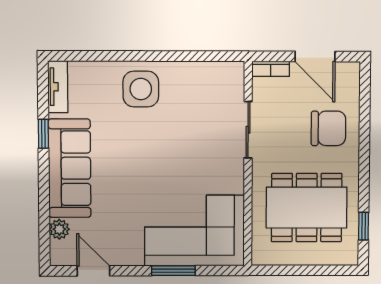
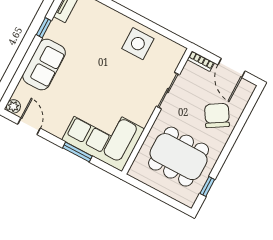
side table: (141, 89) -> (138, 44), moved
chair: (328, 128) -> (217, 115), turned -121
sofa: (70, 168) -> (44, 64), width x0.73
plant: (59, 229) -> (13, 106), moved

